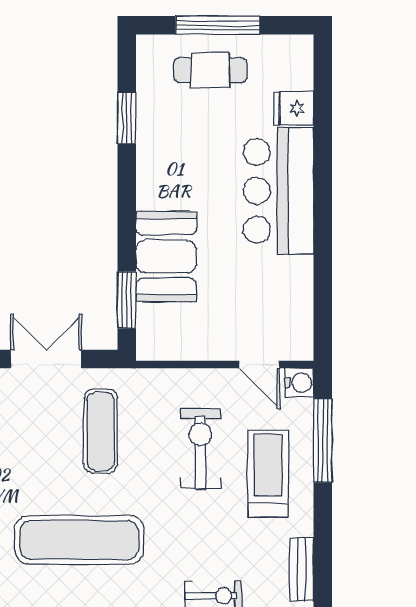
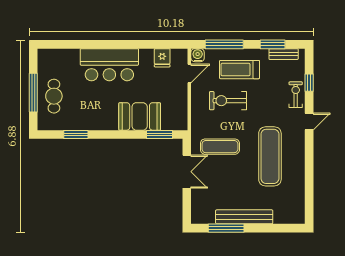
fridge: (294, 108) -> (162, 58), moved
double door: (46, 359) -> (187, 172), swing flipped
window: (323, 546) -> (273, 44), added

